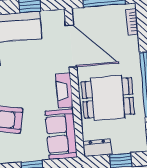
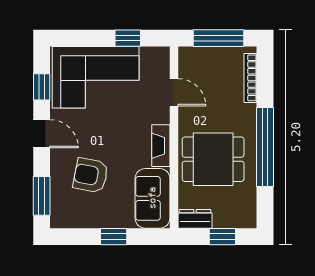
bookcase: (132, 22) -> (250, 78), width x1.56
door: (71, 46) -> (174, 92), width x0.53

